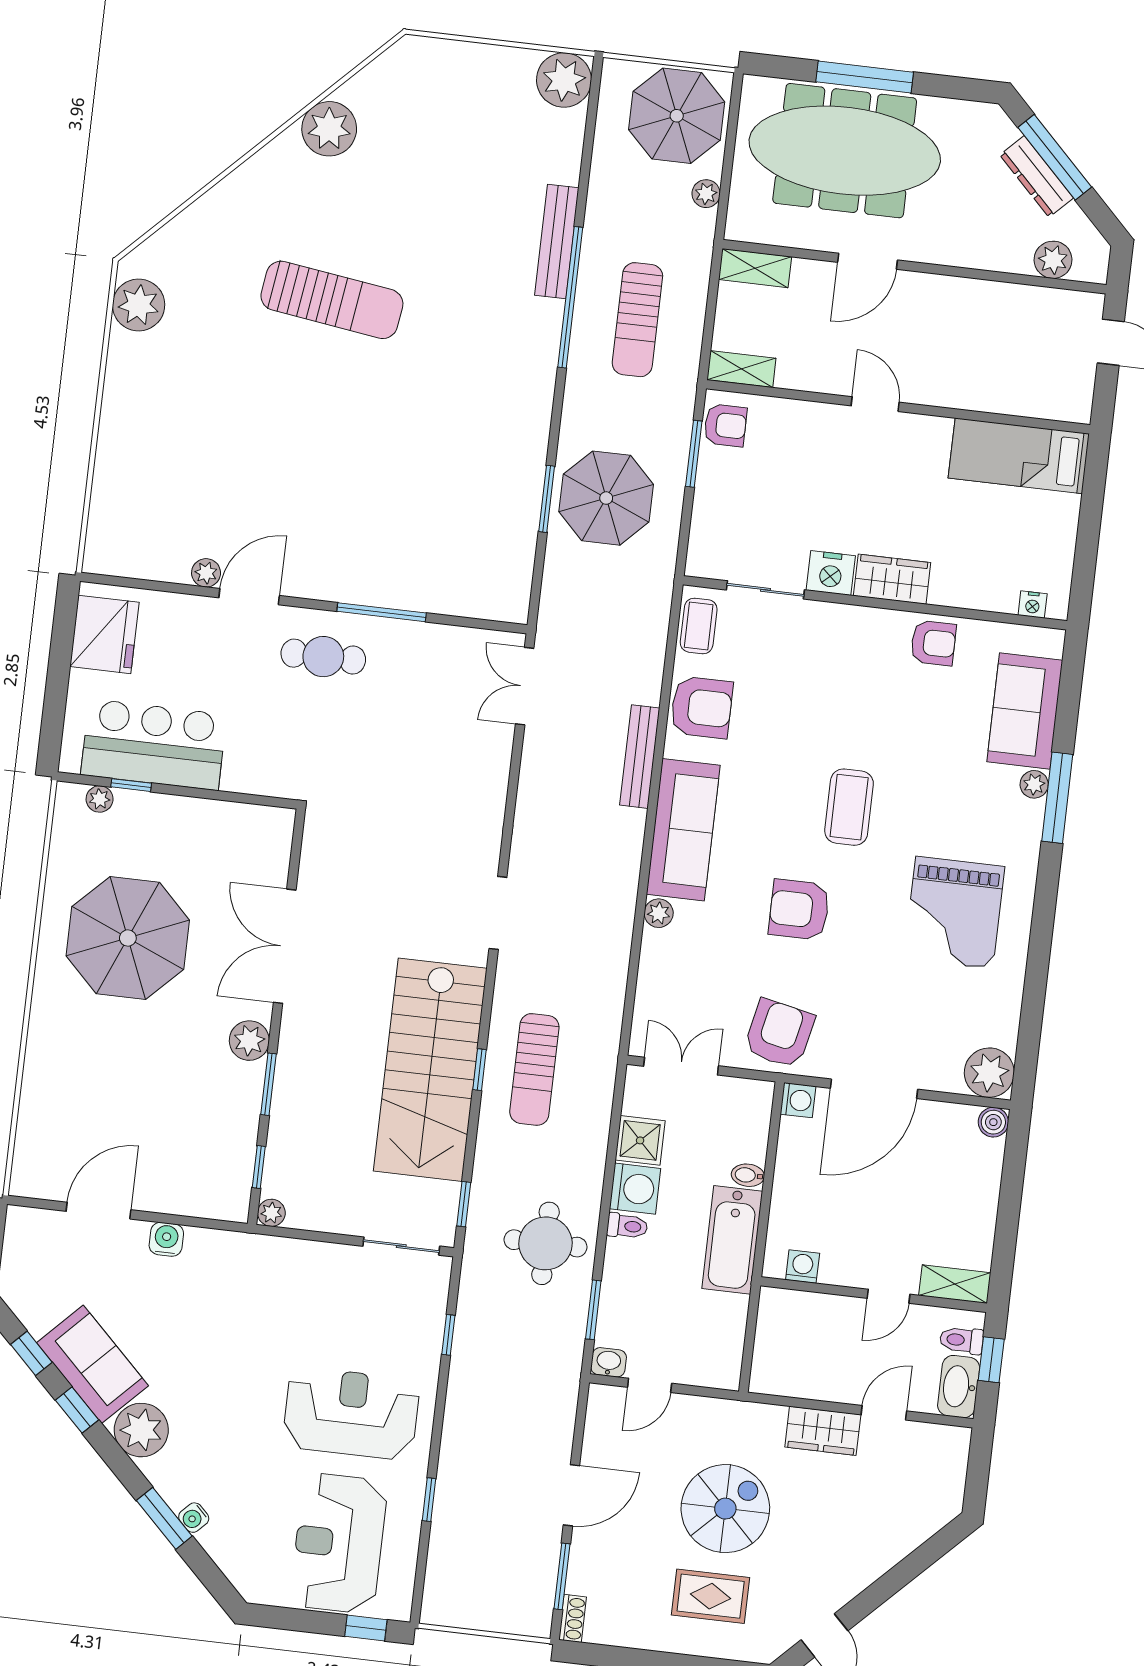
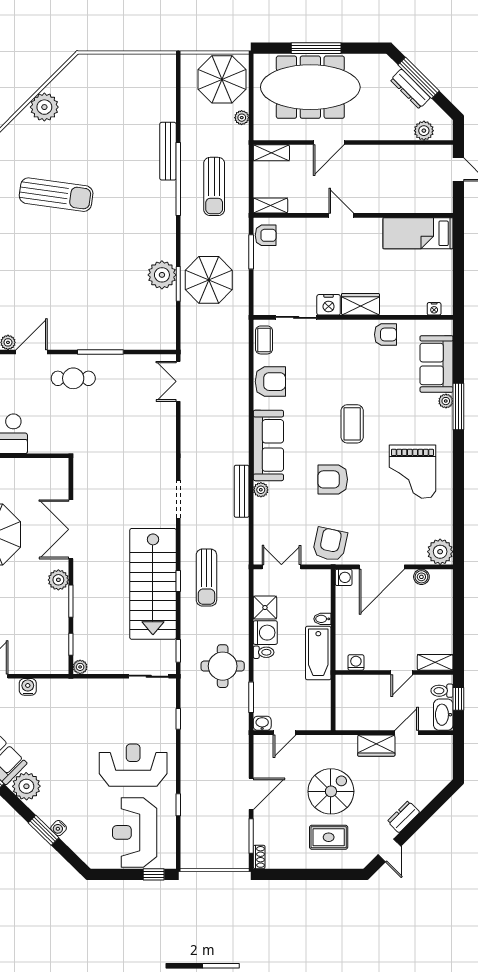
plant: (564, 80) -> (162, 275), moved
bench: (640, 757) -> (242, 491), moved
boiler: (993, 1122) -> (421, 577), moved
dresser: (859, 1574) -> (404, 817), added

